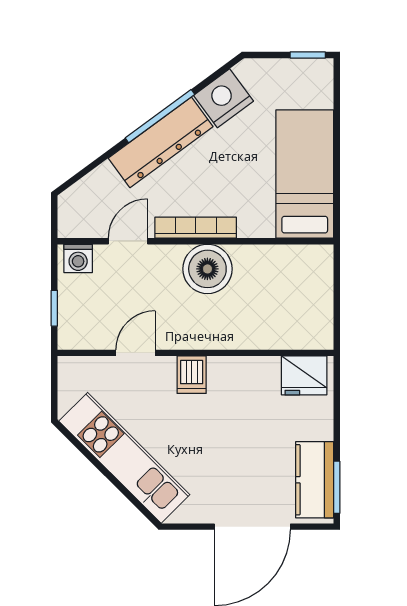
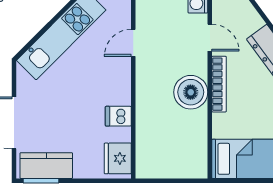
door: (135, 353) -> (133, 43), swing flipped
dishwasher: (192, 375) -> (118, 116), moved

